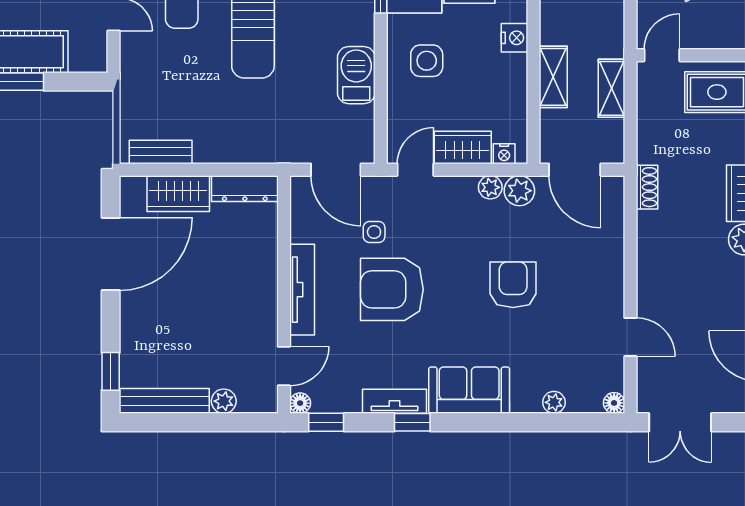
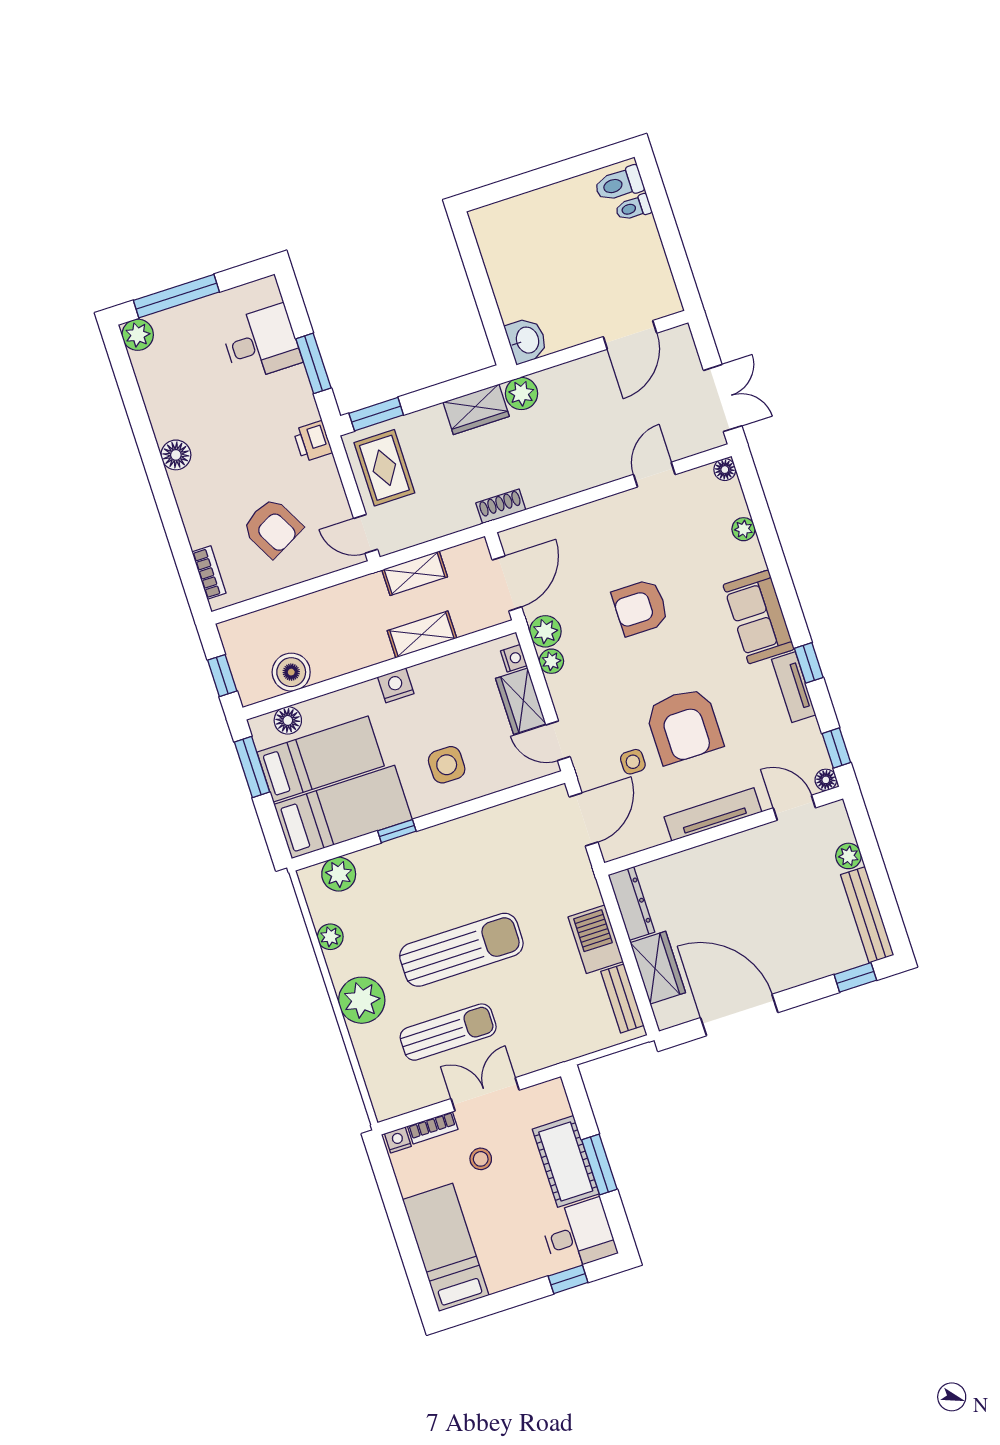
barbecue: (356, 75) -> (596, 939), moved, turned 90

